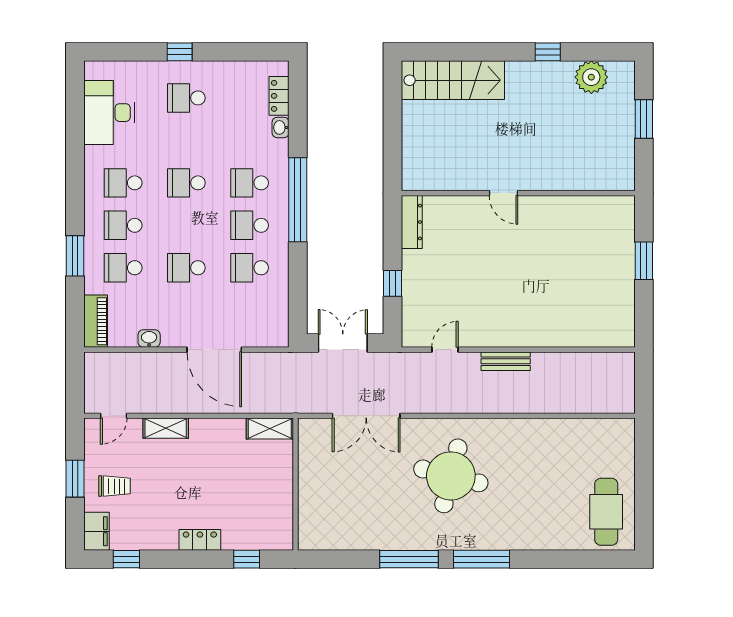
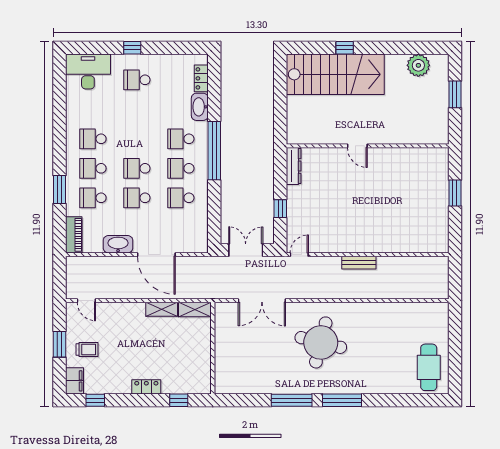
window: (548, 52) -> (345, 48), moved
stairs: (453, 80) -> (335, 74), width x1.36, depth x1.51
desk: (109, 113) -> (88, 71), moved, turned 90
washbasin: (281, 127) -> (200, 107), width x1.91, depth x1.45
school desk: (186, 183) -> (137, 168), moved
washbasin: (149, 339) -> (118, 244), width x1.91, depth x1.45
door: (445, 350) -> (299, 255), moved
door: (114, 416) -> (86, 301), hinge flipped
shelving: (166, 428) -> (162, 309), moved

